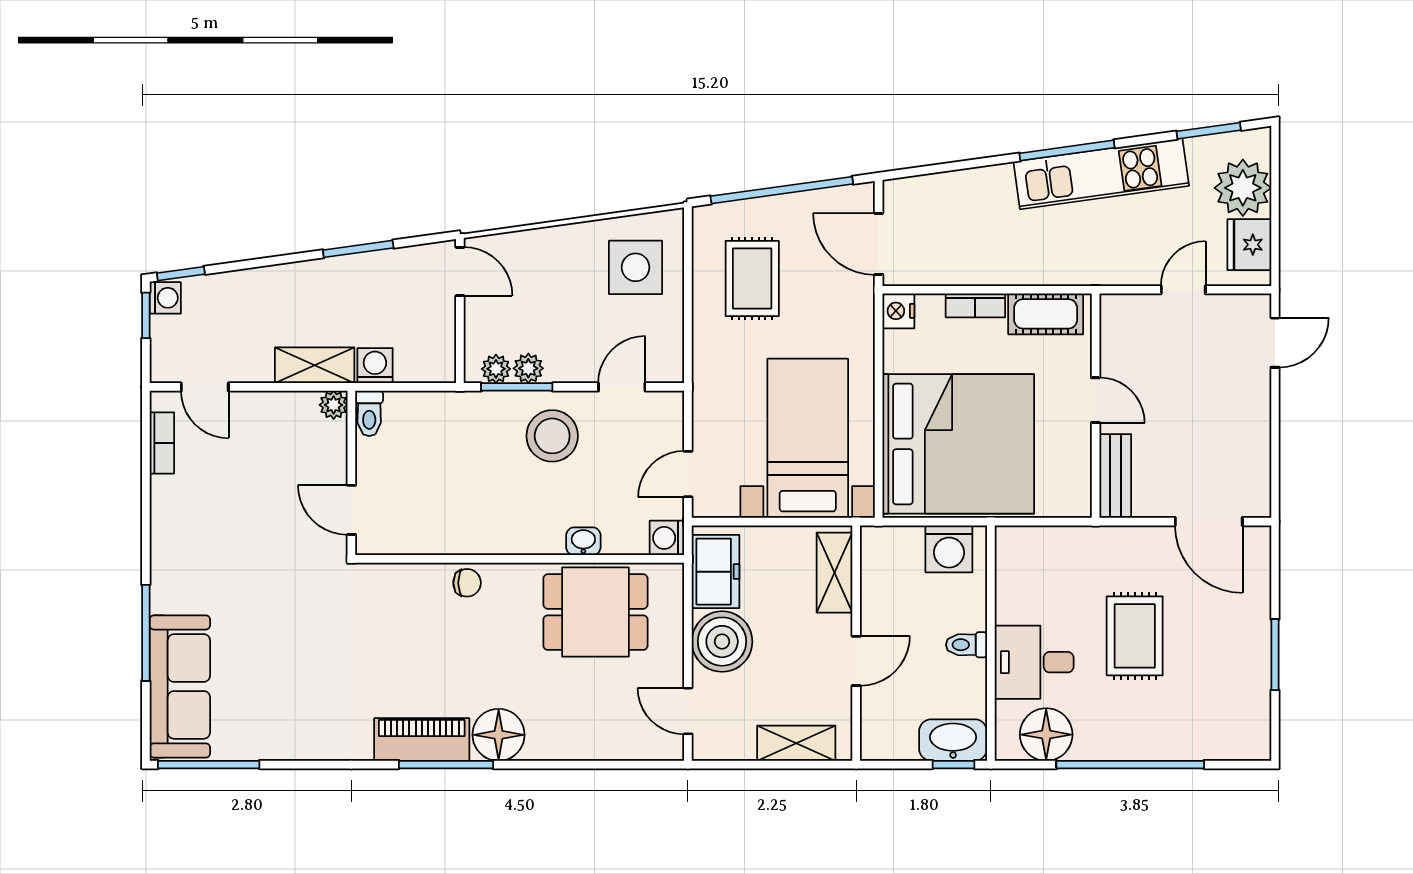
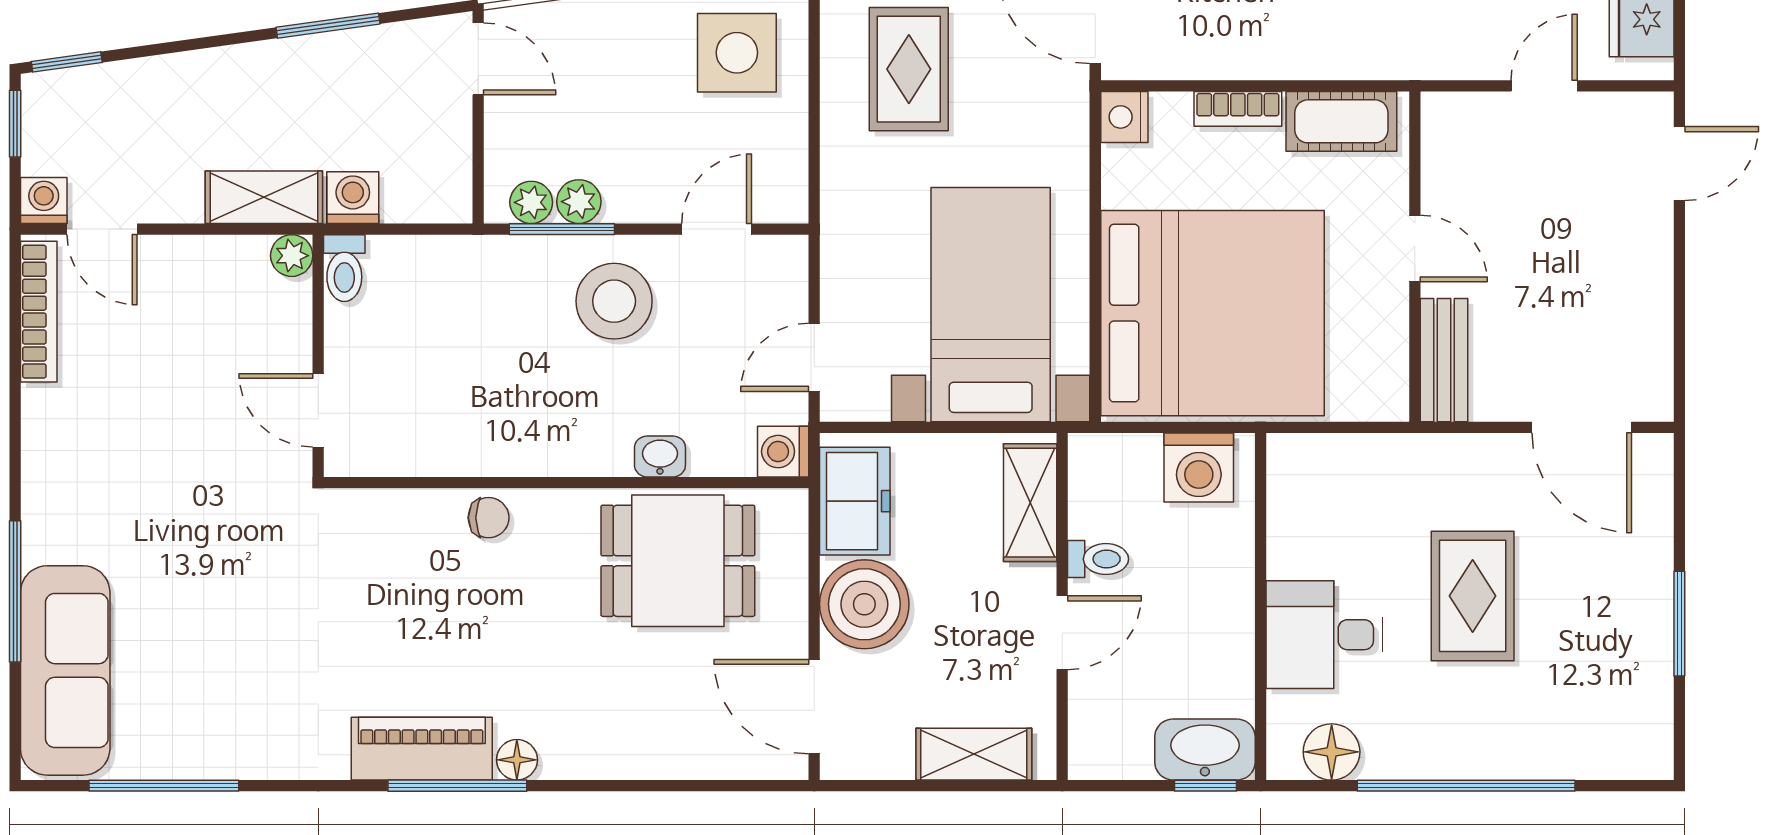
washing machine: (165, 298) -> (44, 200), moved, turned -90
bookcase: (162, 443) -> (39, 312), width x1.56
toilet: (966, 645) -> (1098, 559), moved, turned 180
door: (688, 711) -> (814, 707), width x1.38
floor lamp: (499, 735) -> (517, 760), width x0.53, depth x0.53
floor lamp: (1046, 735) -> (1332, 752), width x0.73, depth x0.73
window: (209, 765) -> (164, 786), moved

